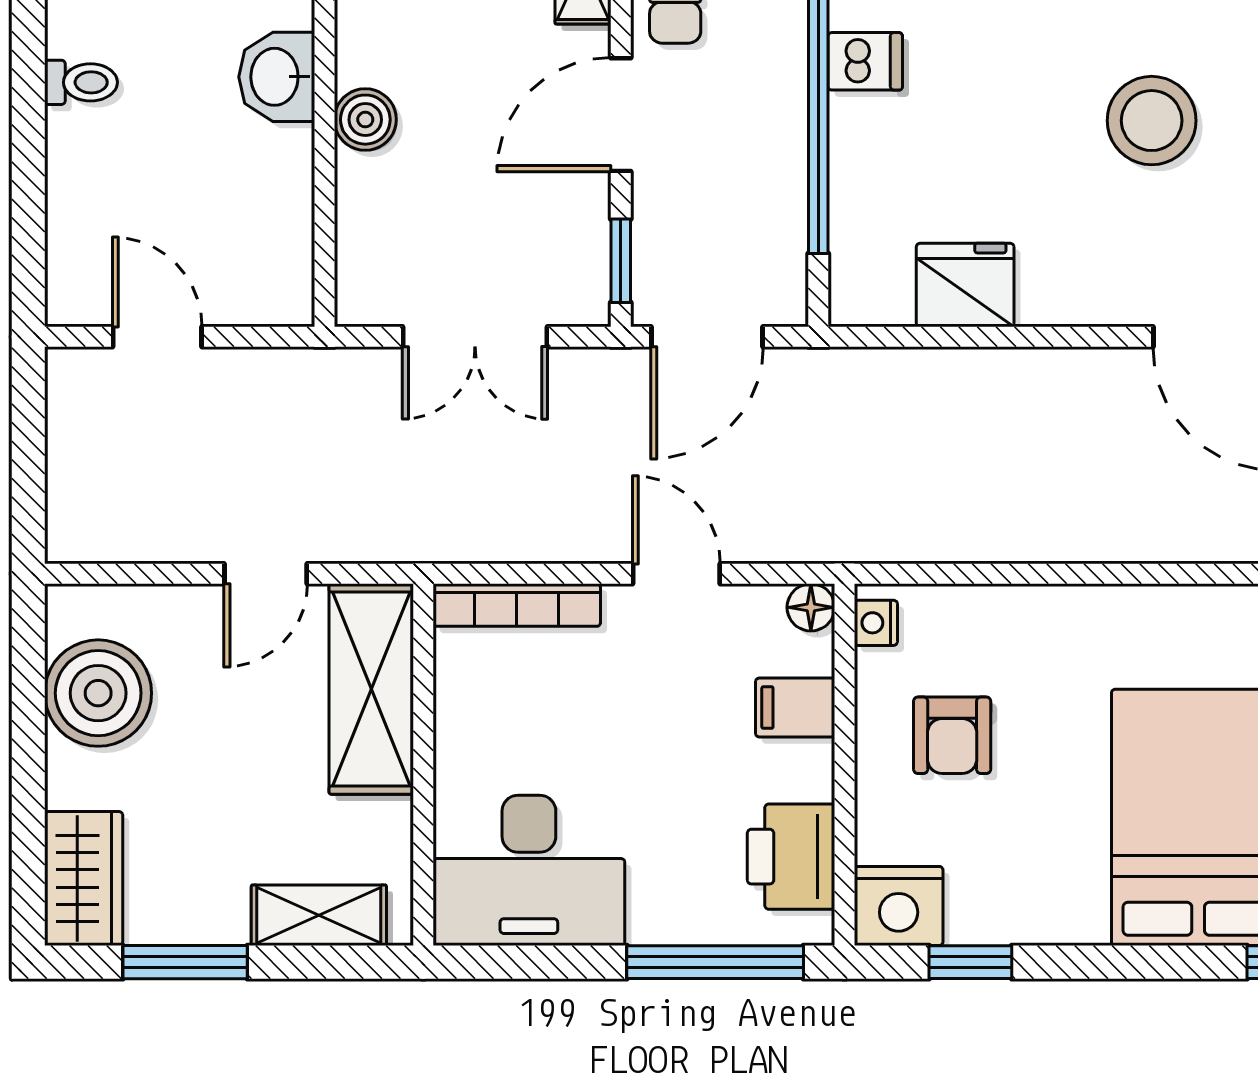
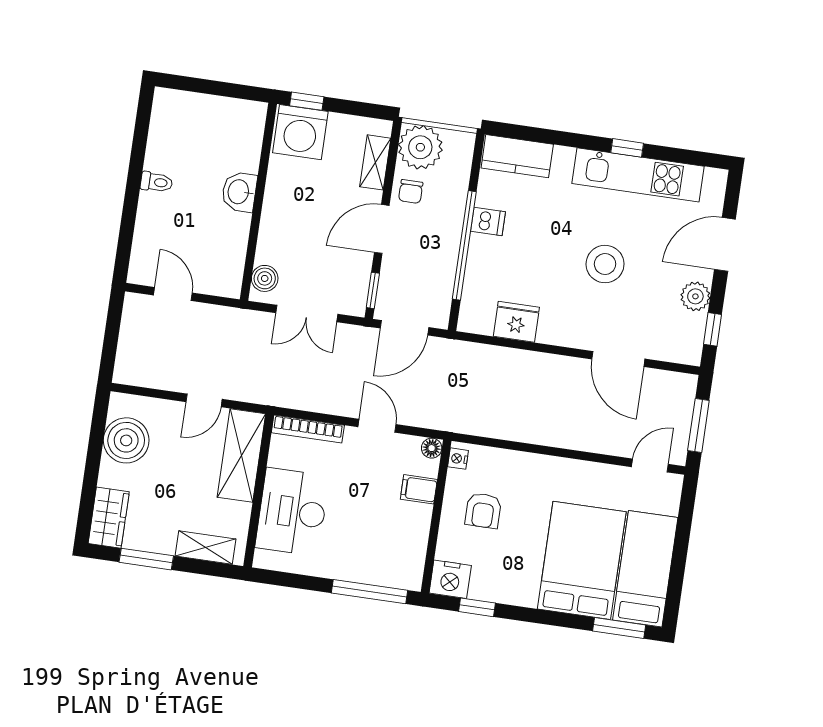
boiler: (365, 120) -> (265, 278), moved
printer: (791, 857) -> (408, 552), removed
desk: (529, 870) -> (292, 512), moved, turned 90

